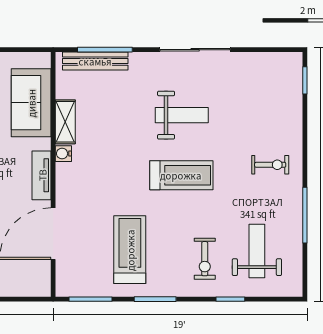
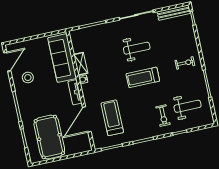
bench: (95, 61) -> (174, 13), moved
sofa: (31, 103) -> (62, 58), width x1.36
treadmill: (181, 175) -> (143, 77), turned 180
treadmill: (130, 250) -> (112, 118), moved
weight bench: (257, 251) -> (188, 106), turned 90

